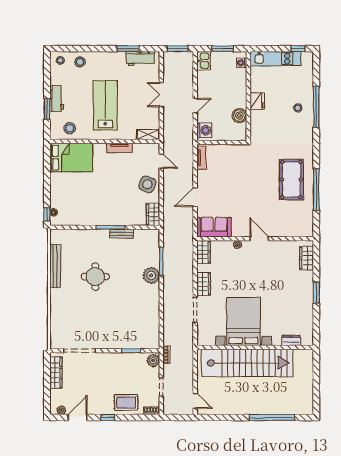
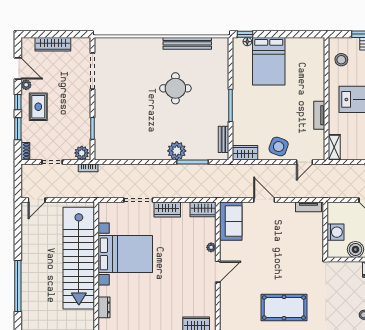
washing machine: (204, 130) -> (336, 232), moved, turned -90
bed: (71, 158) -> (269, 61), moved
bench: (122, 234) -> (223, 139), moved
wardrobe: (56, 373) -> (53, 44), moved
rug: (126, 402) -> (38, 107), moved
plant: (61, 410) -> (26, 85), moved
window: (132, 418) -> (18, 129), added

